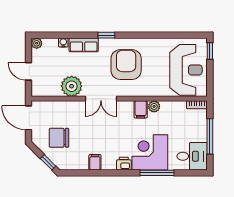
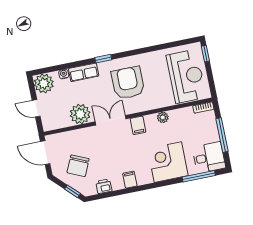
plant: (37, 43) -> (44, 83), width x1.88, depth x1.88
double door: (101, 99) -> (111, 120), swing flipped
filing cabinet: (141, 109) -> (138, 125), moved
chair: (59, 138) -> (78, 166), turned -66
filing cabinet: (95, 162) -> (130, 180), moved
printer: (124, 164) -> (104, 186), moved
window: (157, 173) -> (199, 176), moved

